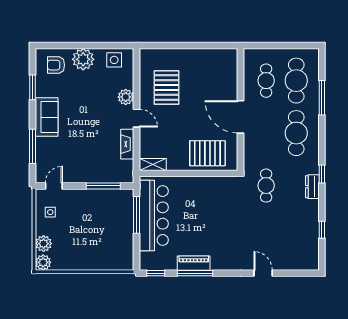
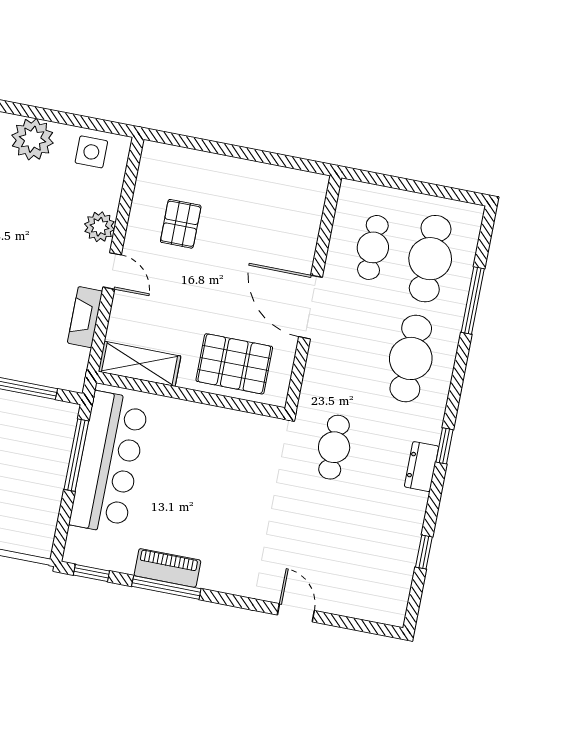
pallet: (167, 88) -> (181, 224), width x0.67, depth x0.71
shelving: (153, 164) -> (140, 364), width x1.50, depth x1.33

